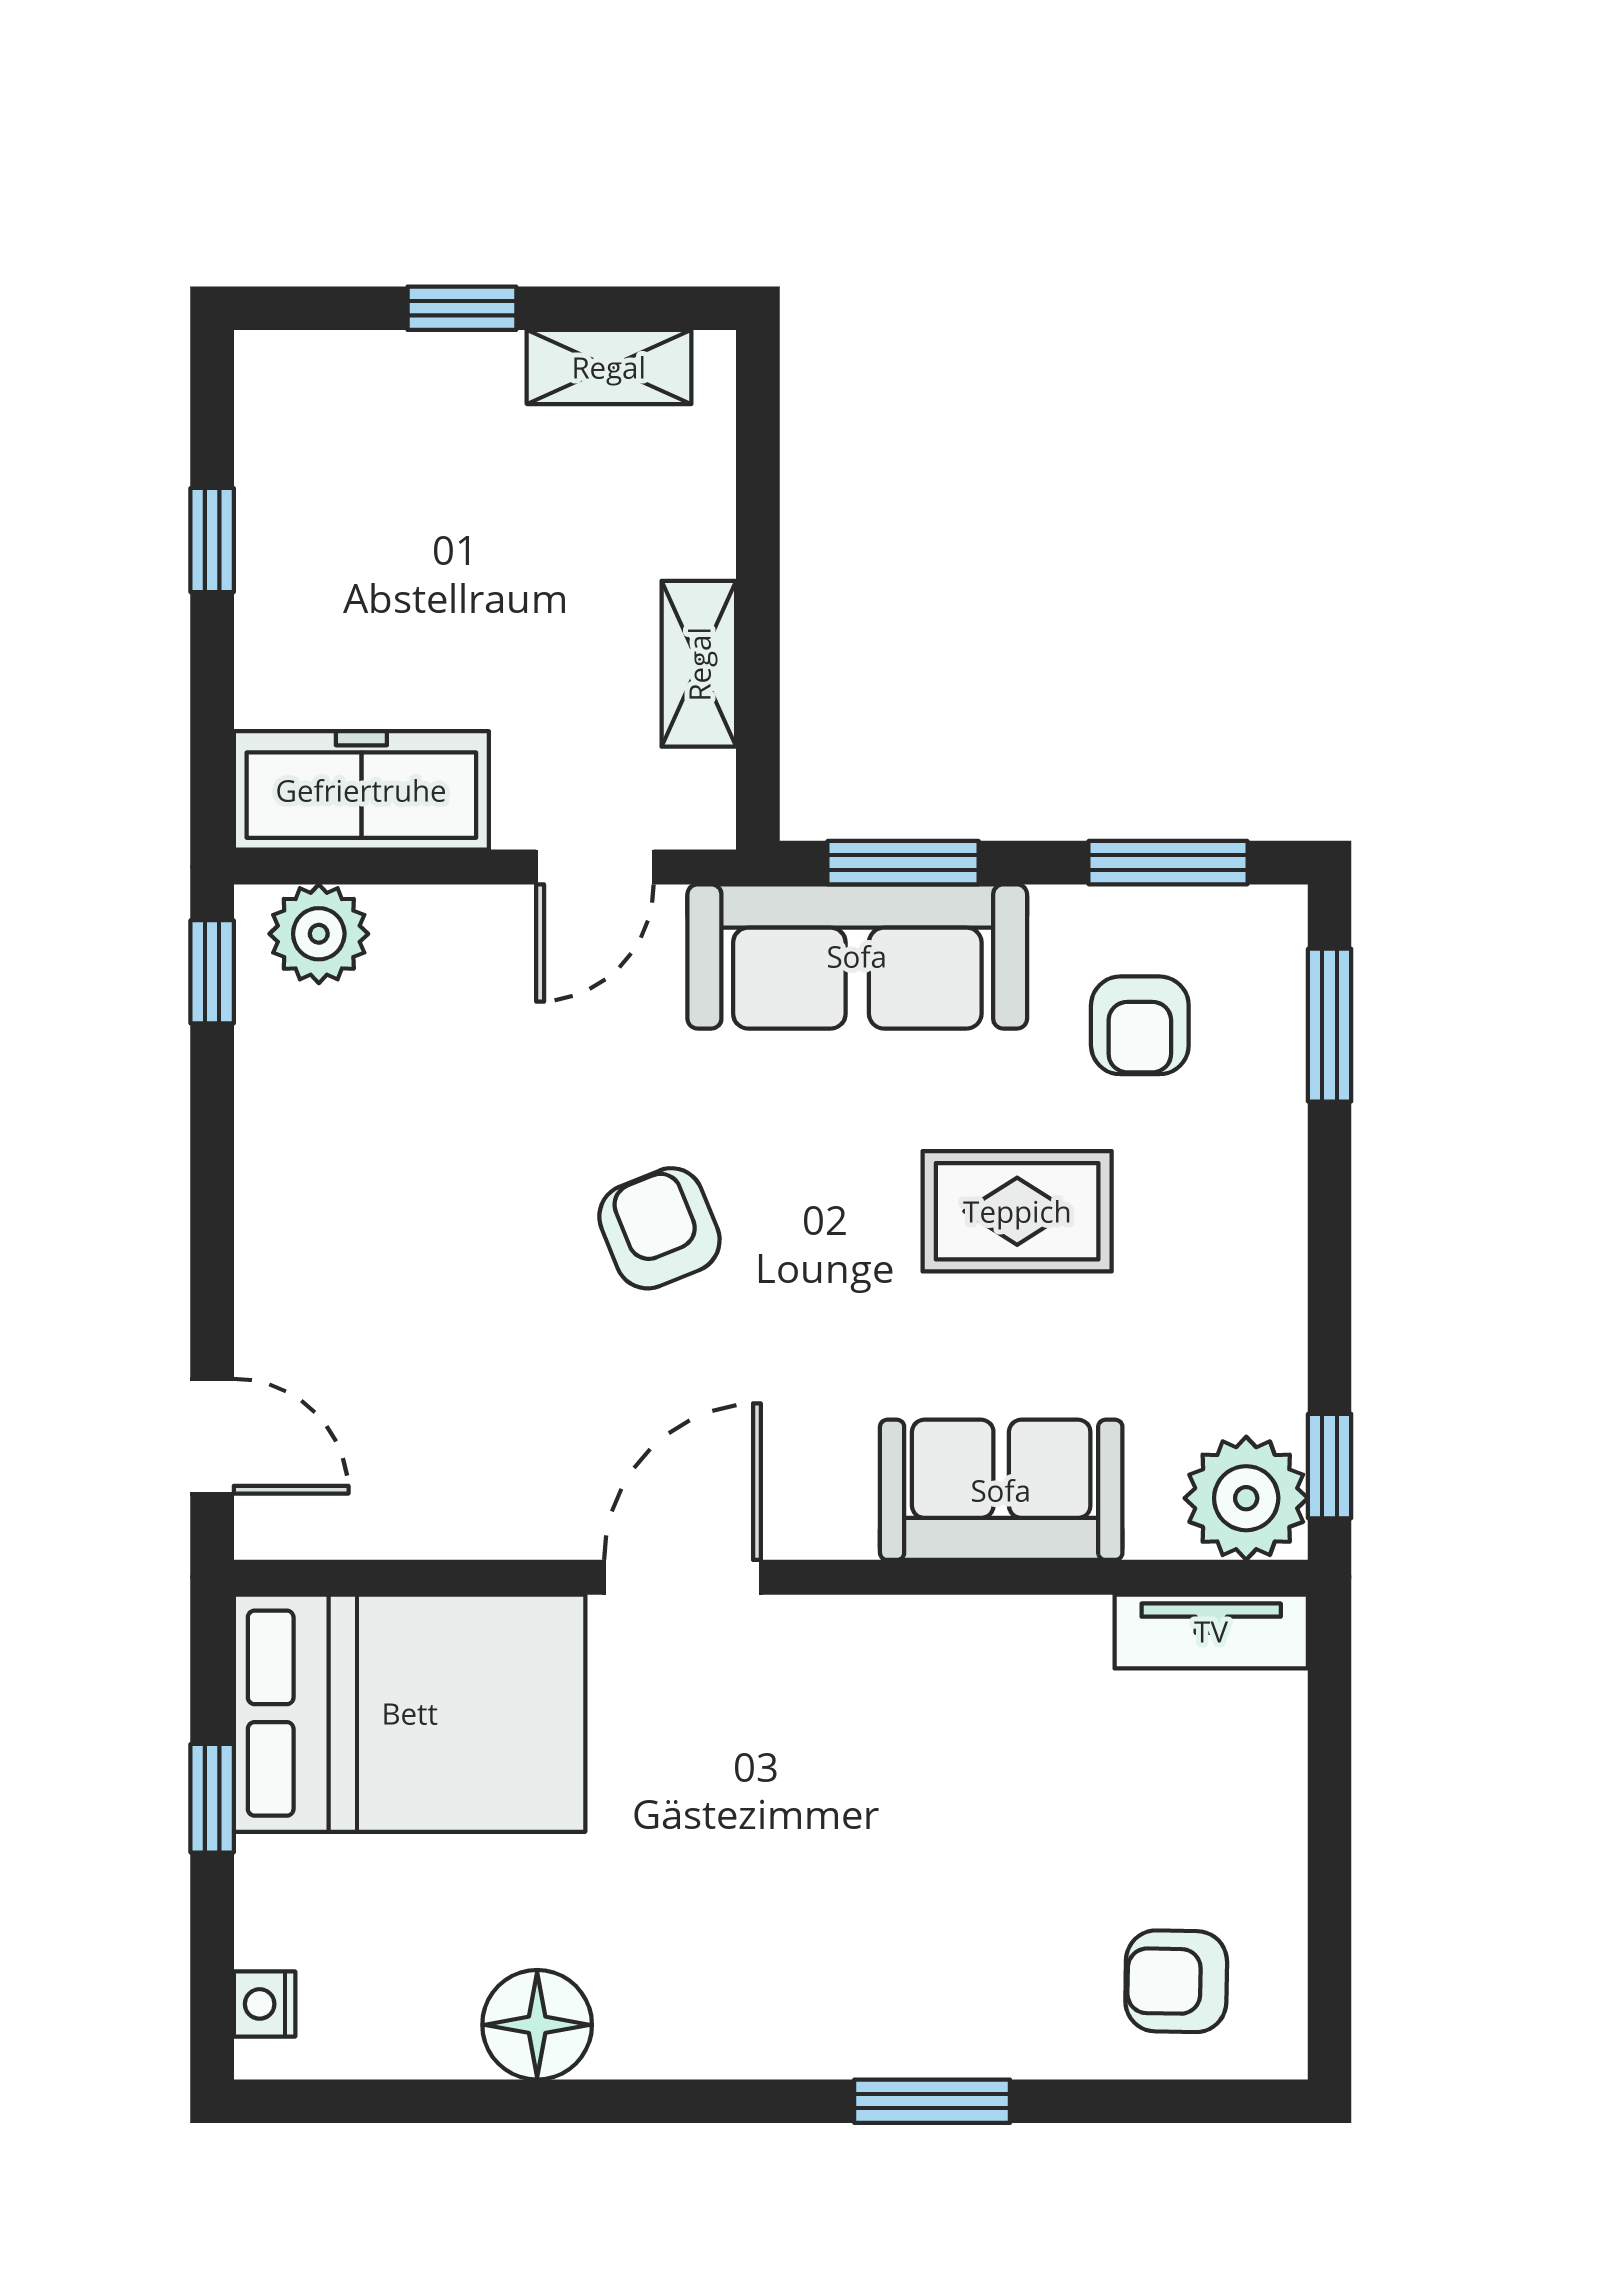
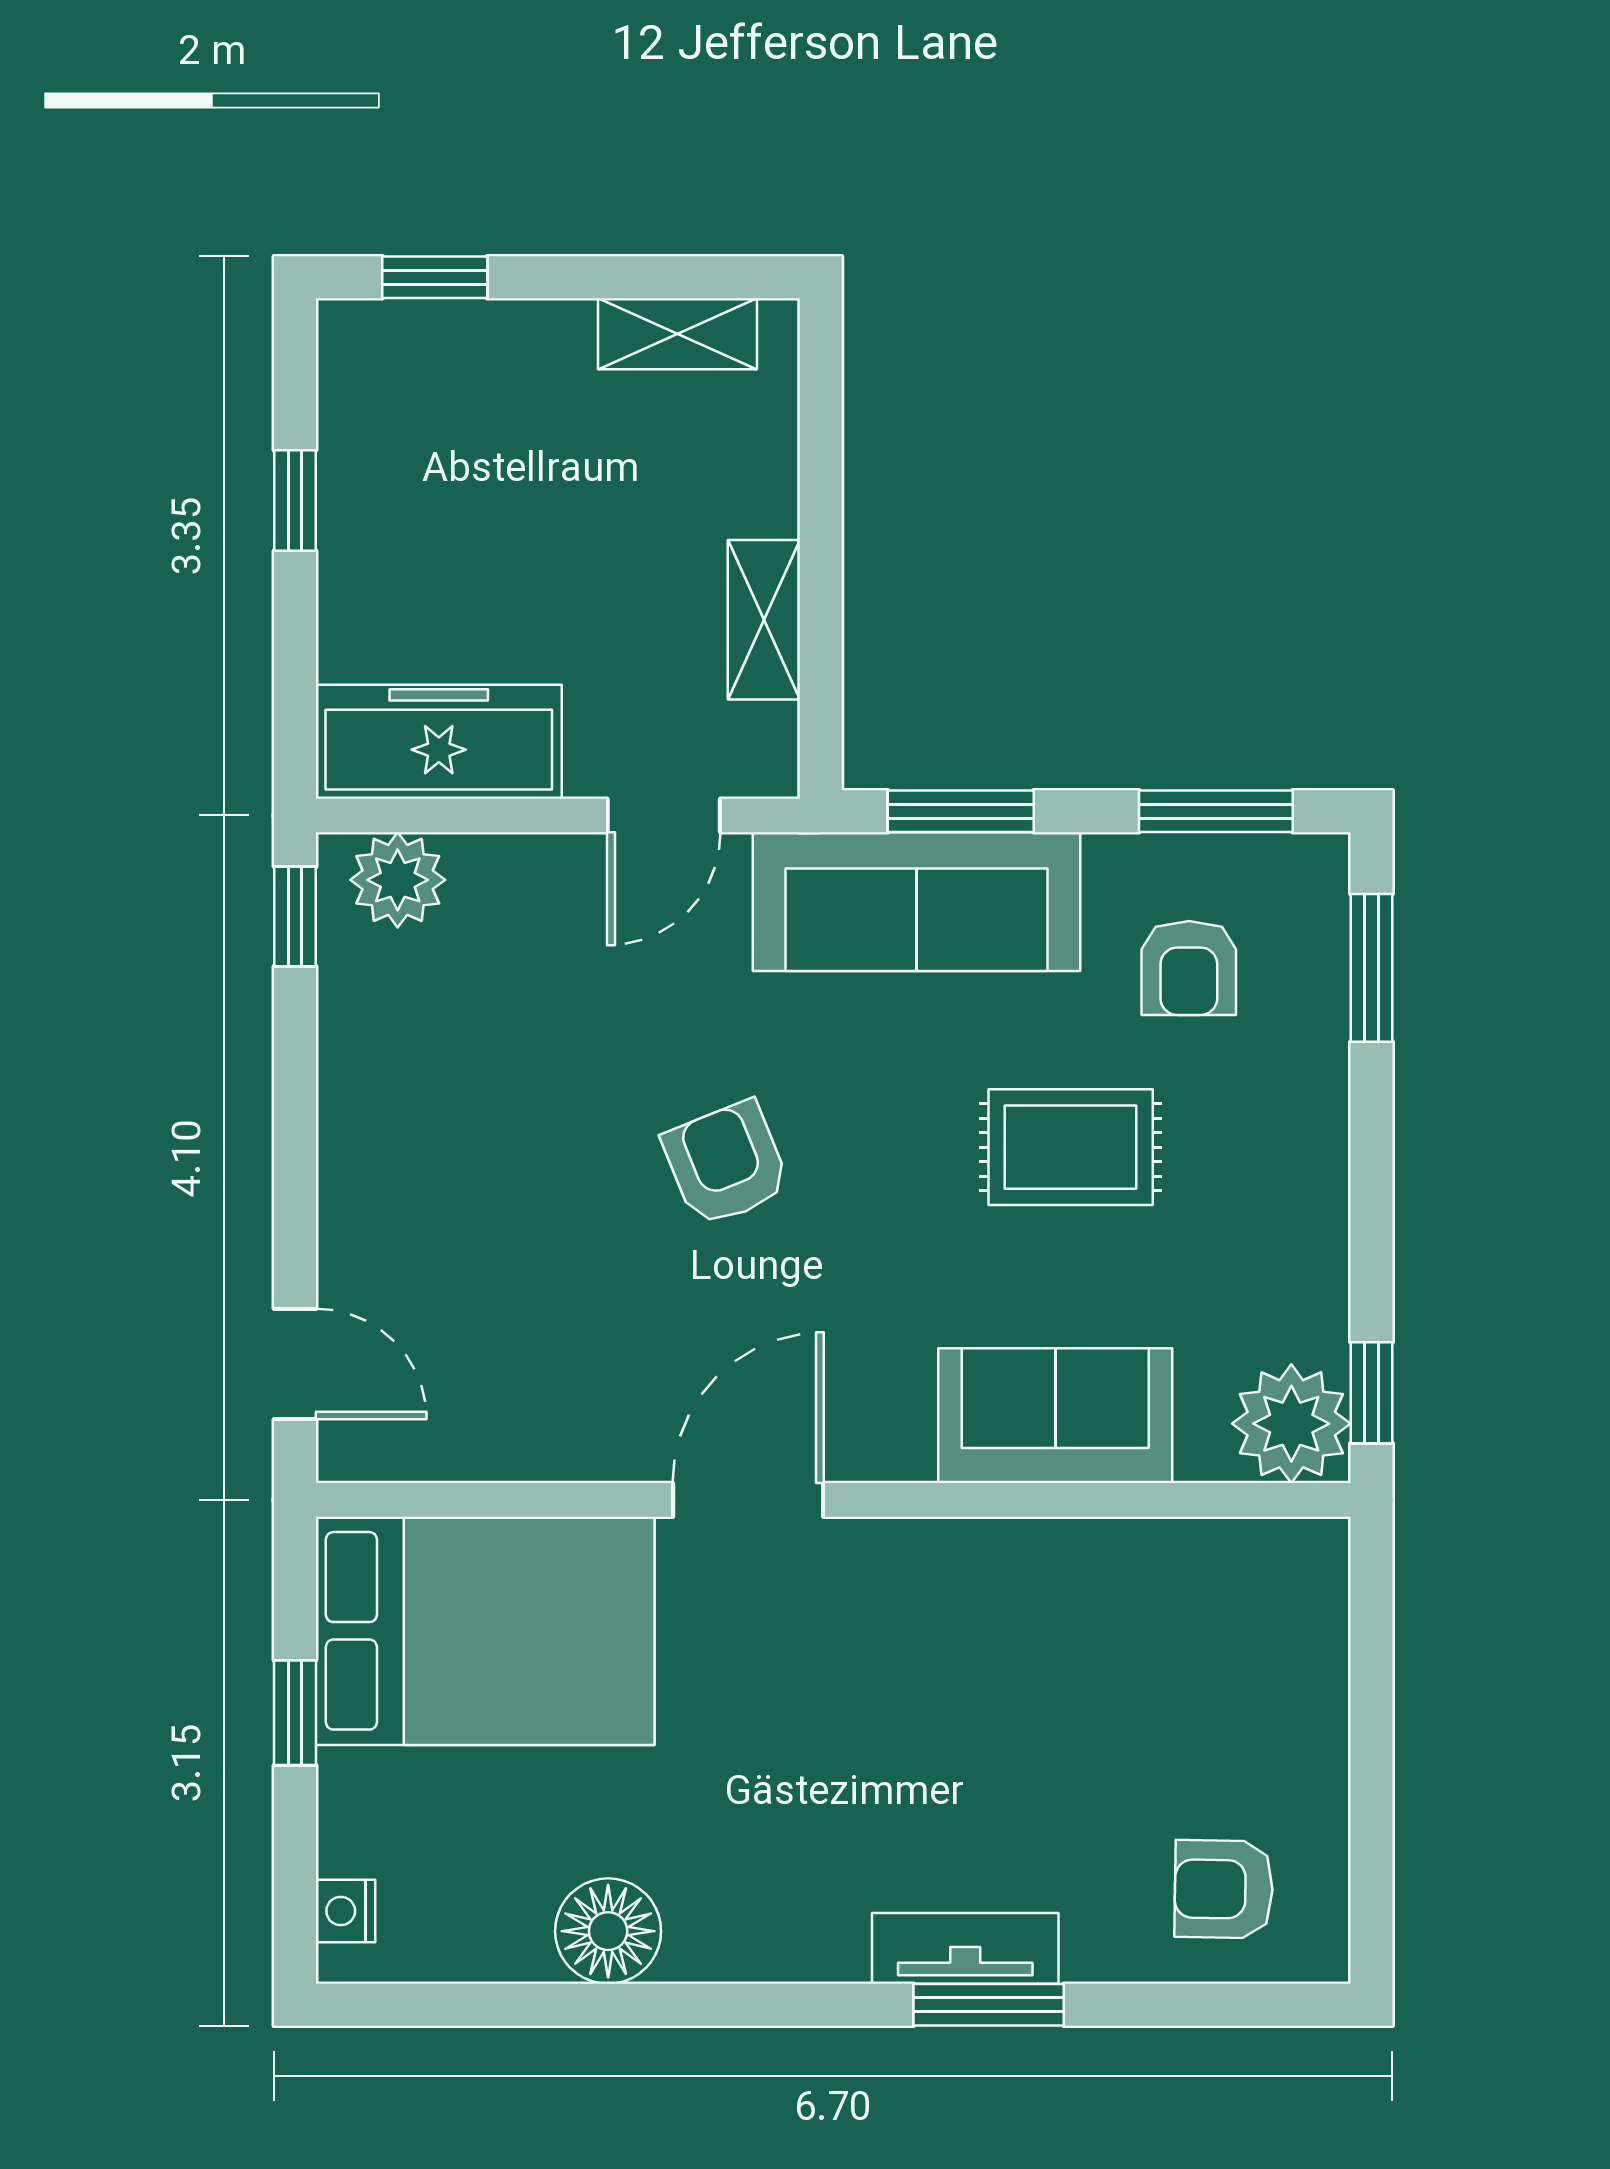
window: (462, 308) -> (435, 277), moved
tv unit: (1211, 1631) -> (965, 1948), moved, turned 180

